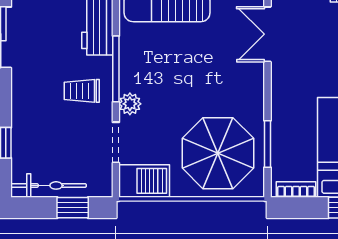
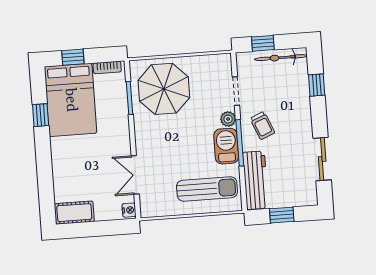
double door: (267, 34) -> (135, 175), swing flipped
trolley: (82, 91) -> (262, 126), turned 67
barbecue: (144, 181) -> (226, 146), moved, turned 90

